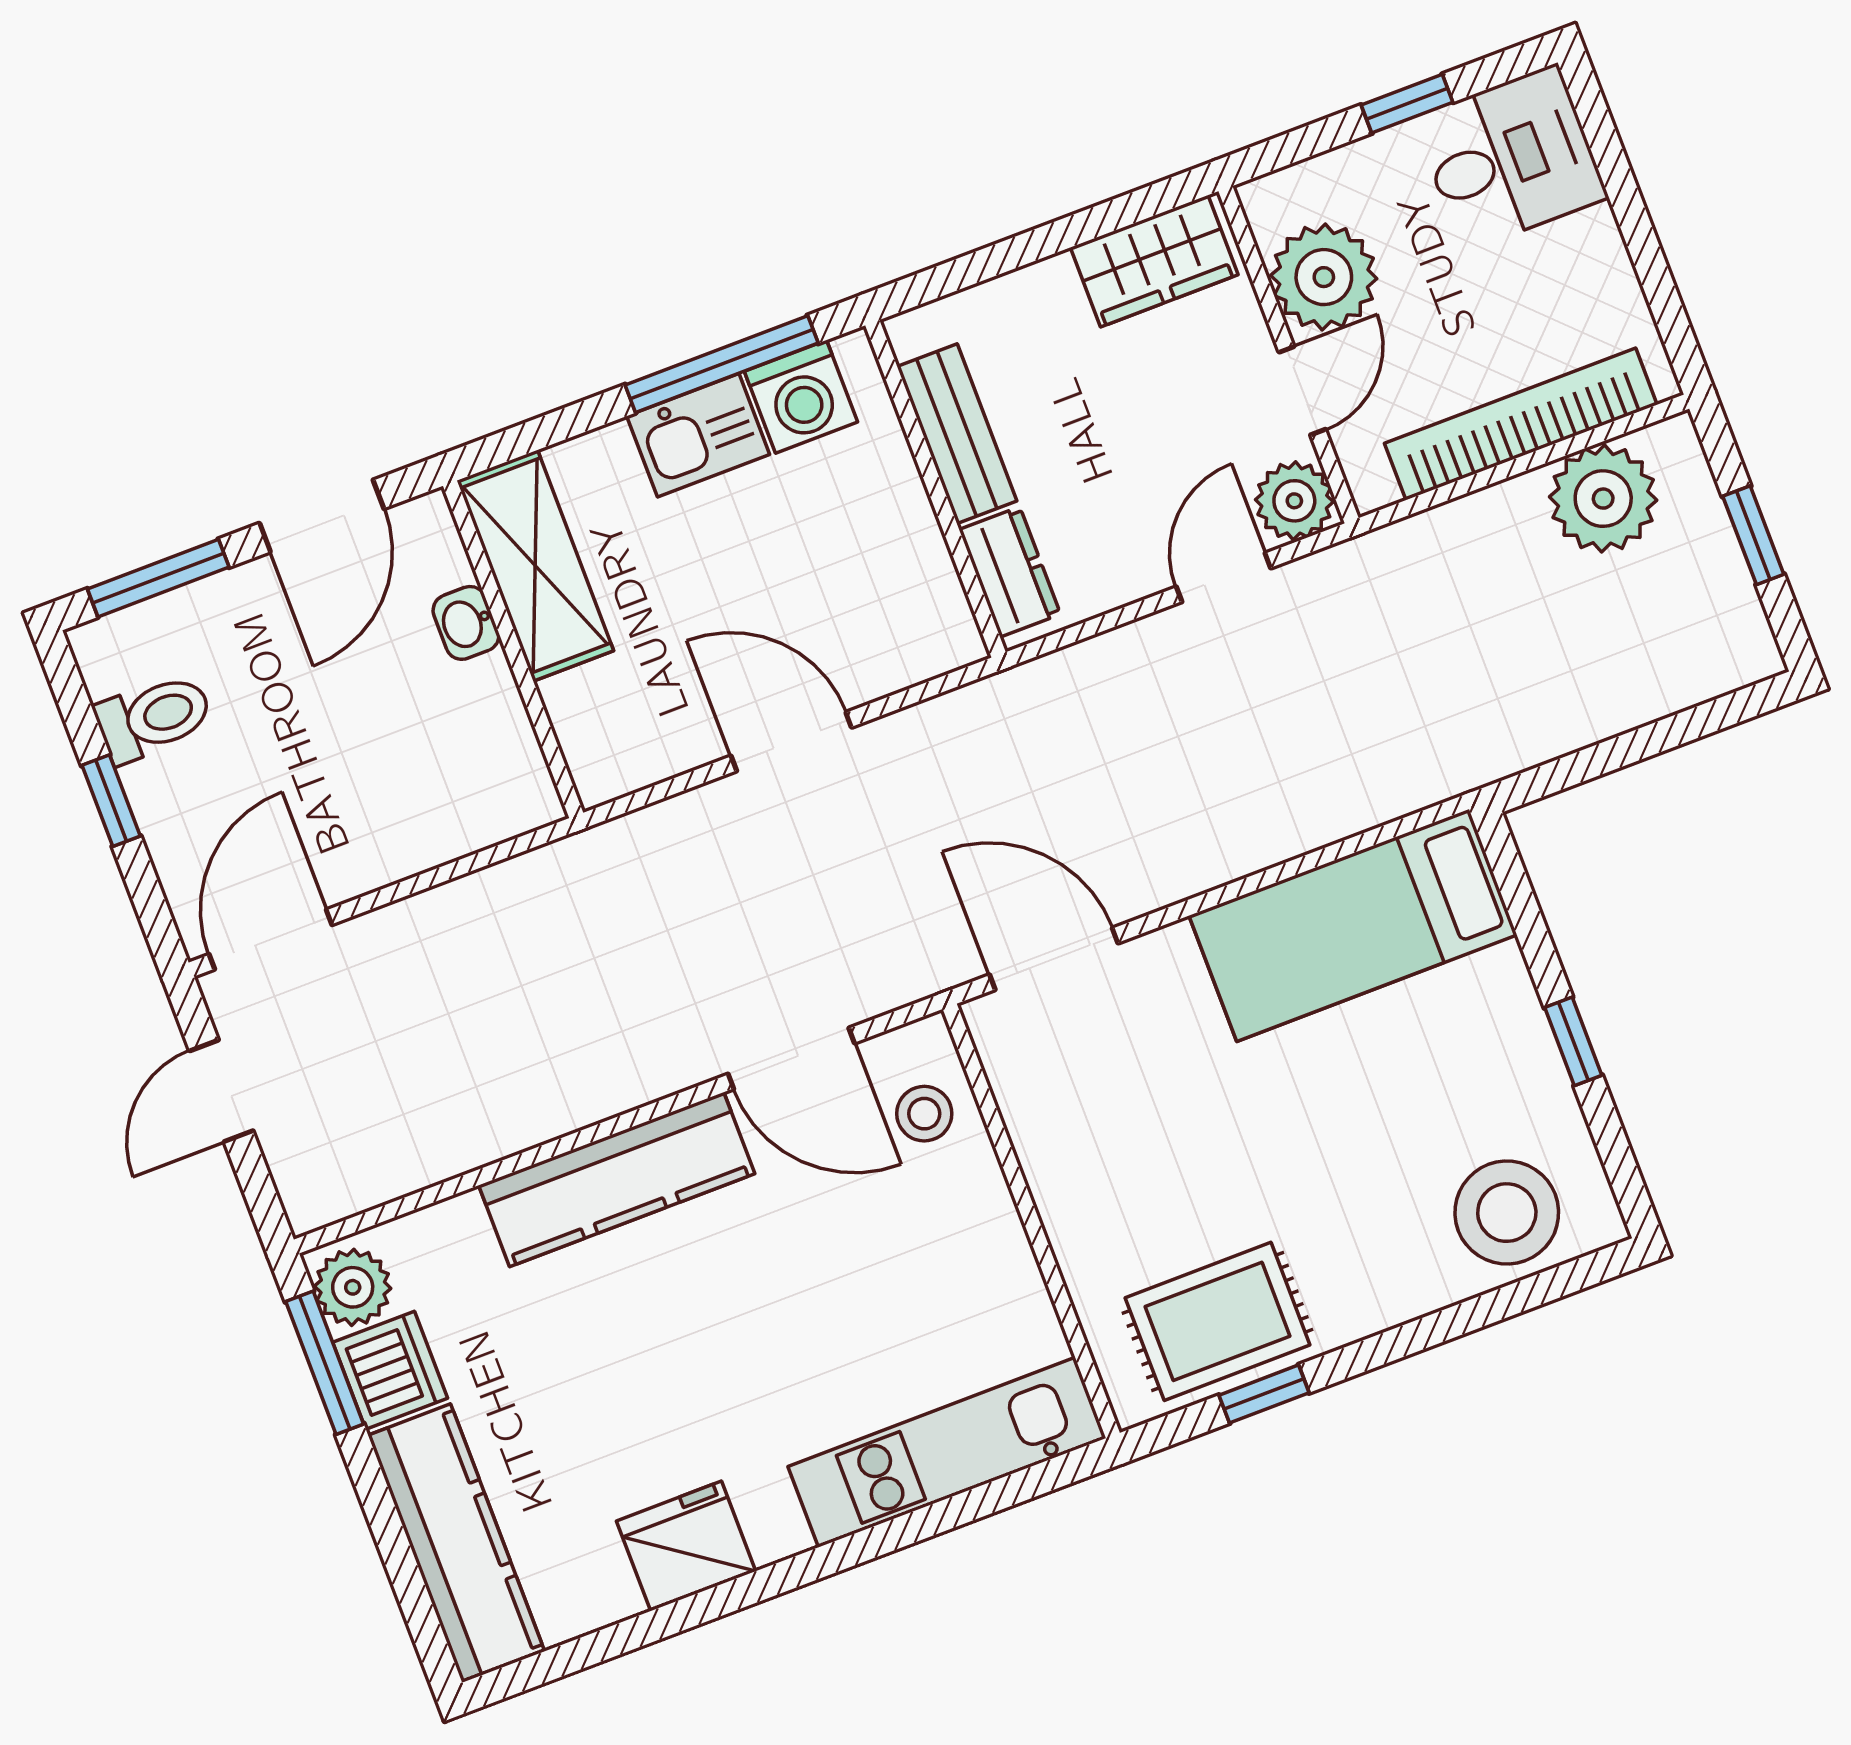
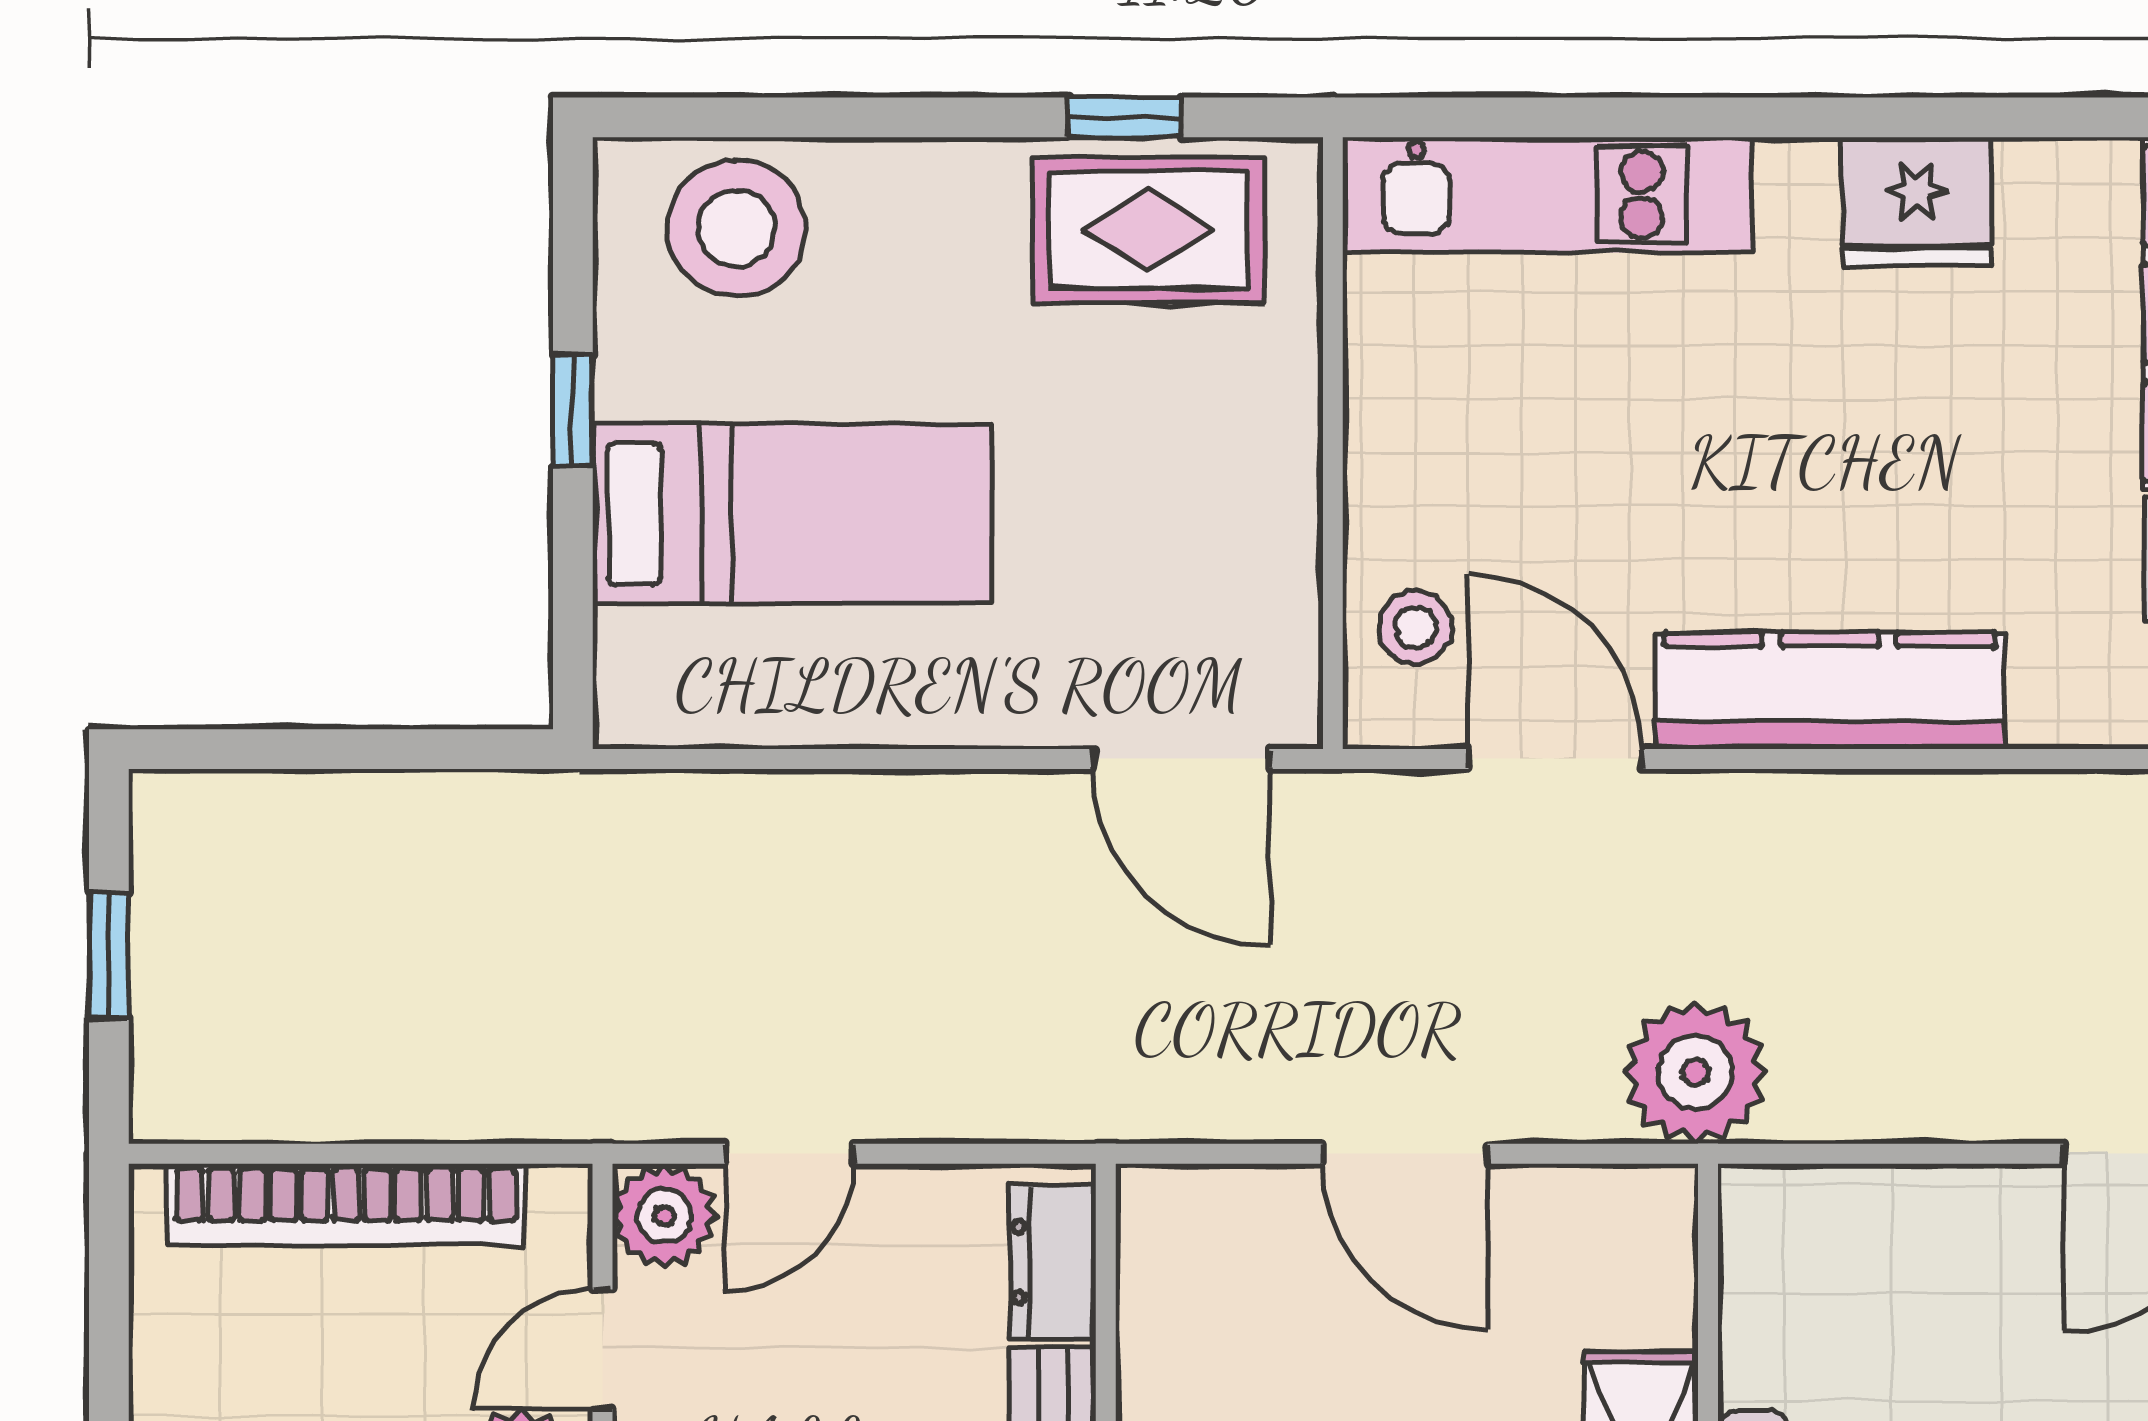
plant: (1603, 499) -> (1695, 1072), moved
bed: (1353, 925) -> (792, 514), moved

